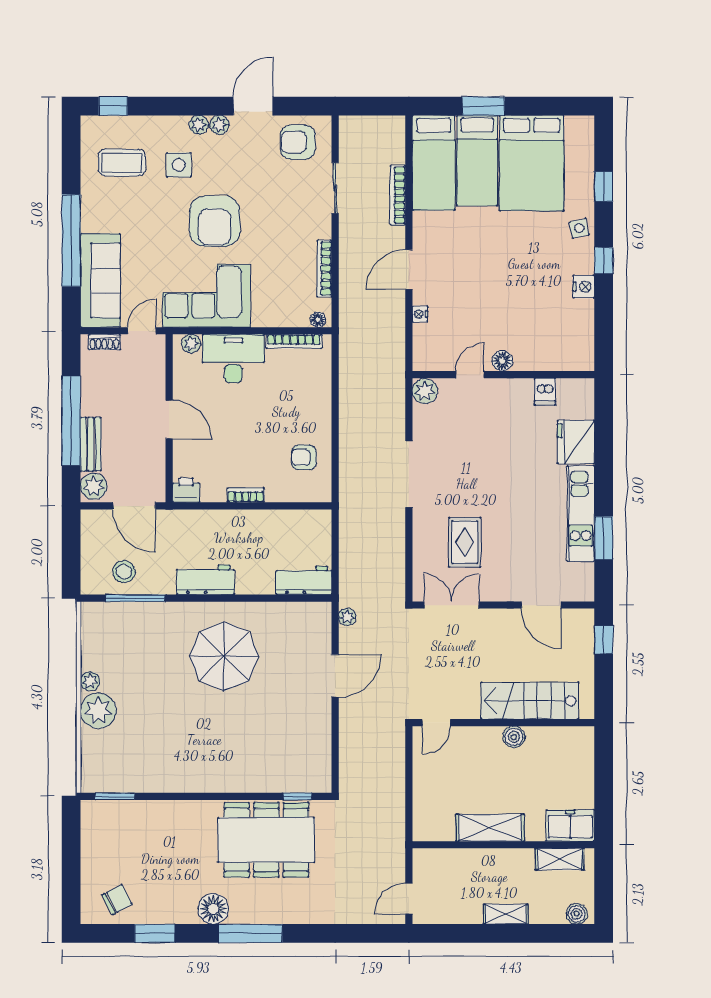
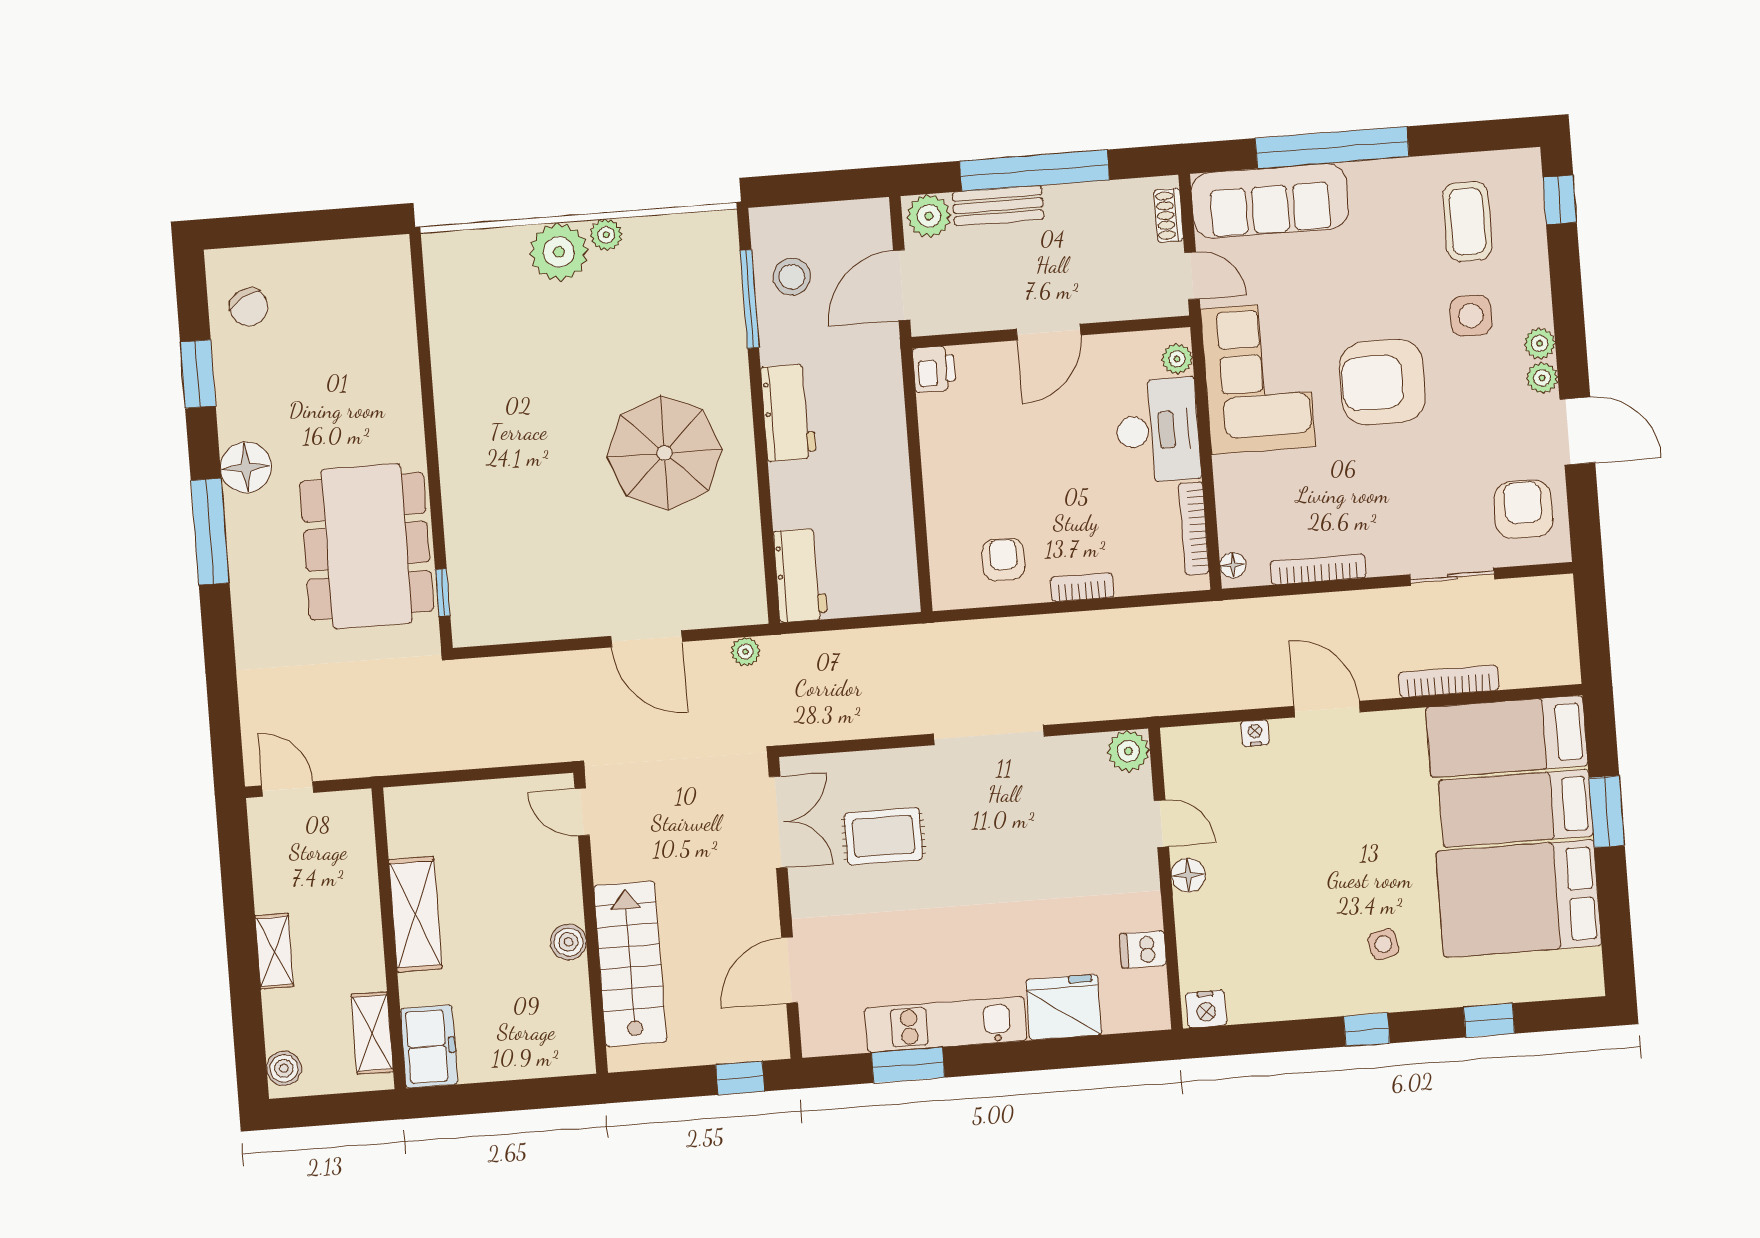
side table: (579, 228) -> (1383, 944), moved
nightstand: (584, 287) -> (1206, 1009), moved
bookcase: (246, 495) -> (1082, 587), moved, turned -90
window: (115, 796) -> (419, 290), removed

